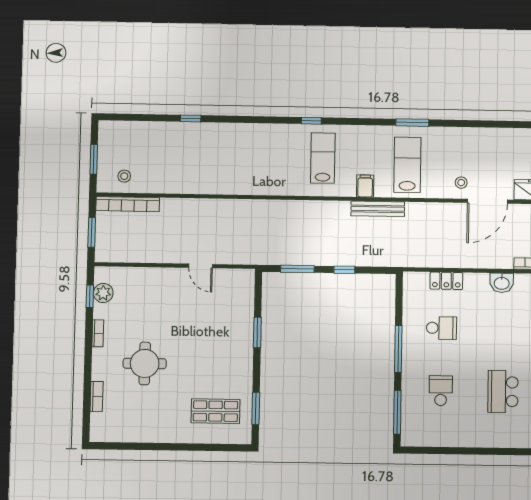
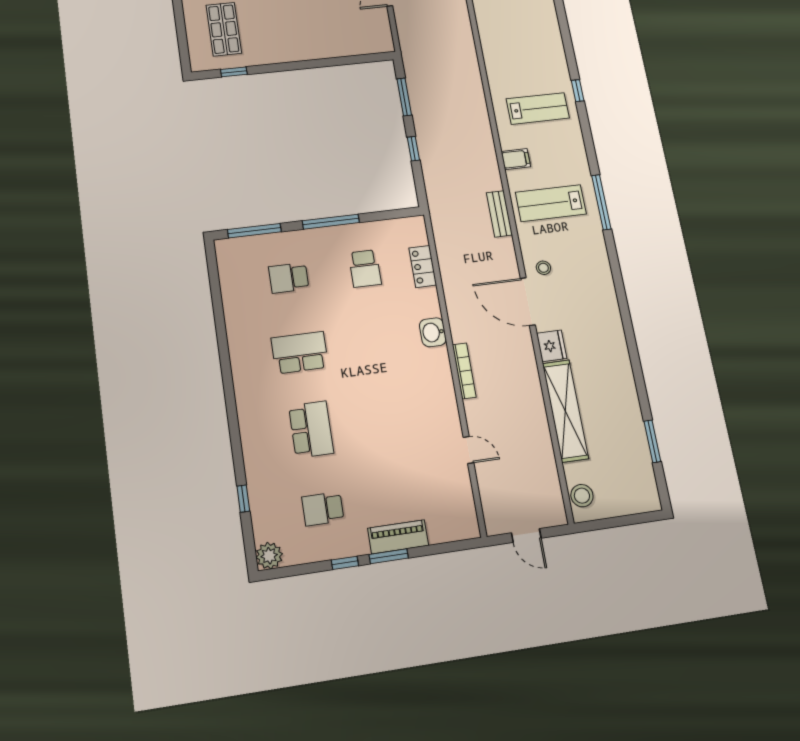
window: (412, 123) -> (601, 202), width x1.44
lab bench: (407, 165) -> (551, 203), turned 180
bench: (378, 209) -> (499, 214), moved, width x0.73
window: (257, 332) -> (323, 63), removed
school desk: (441, 391) -> (289, 278), turned 180
window: (256, 408) -> (234, 72), width x0.67

